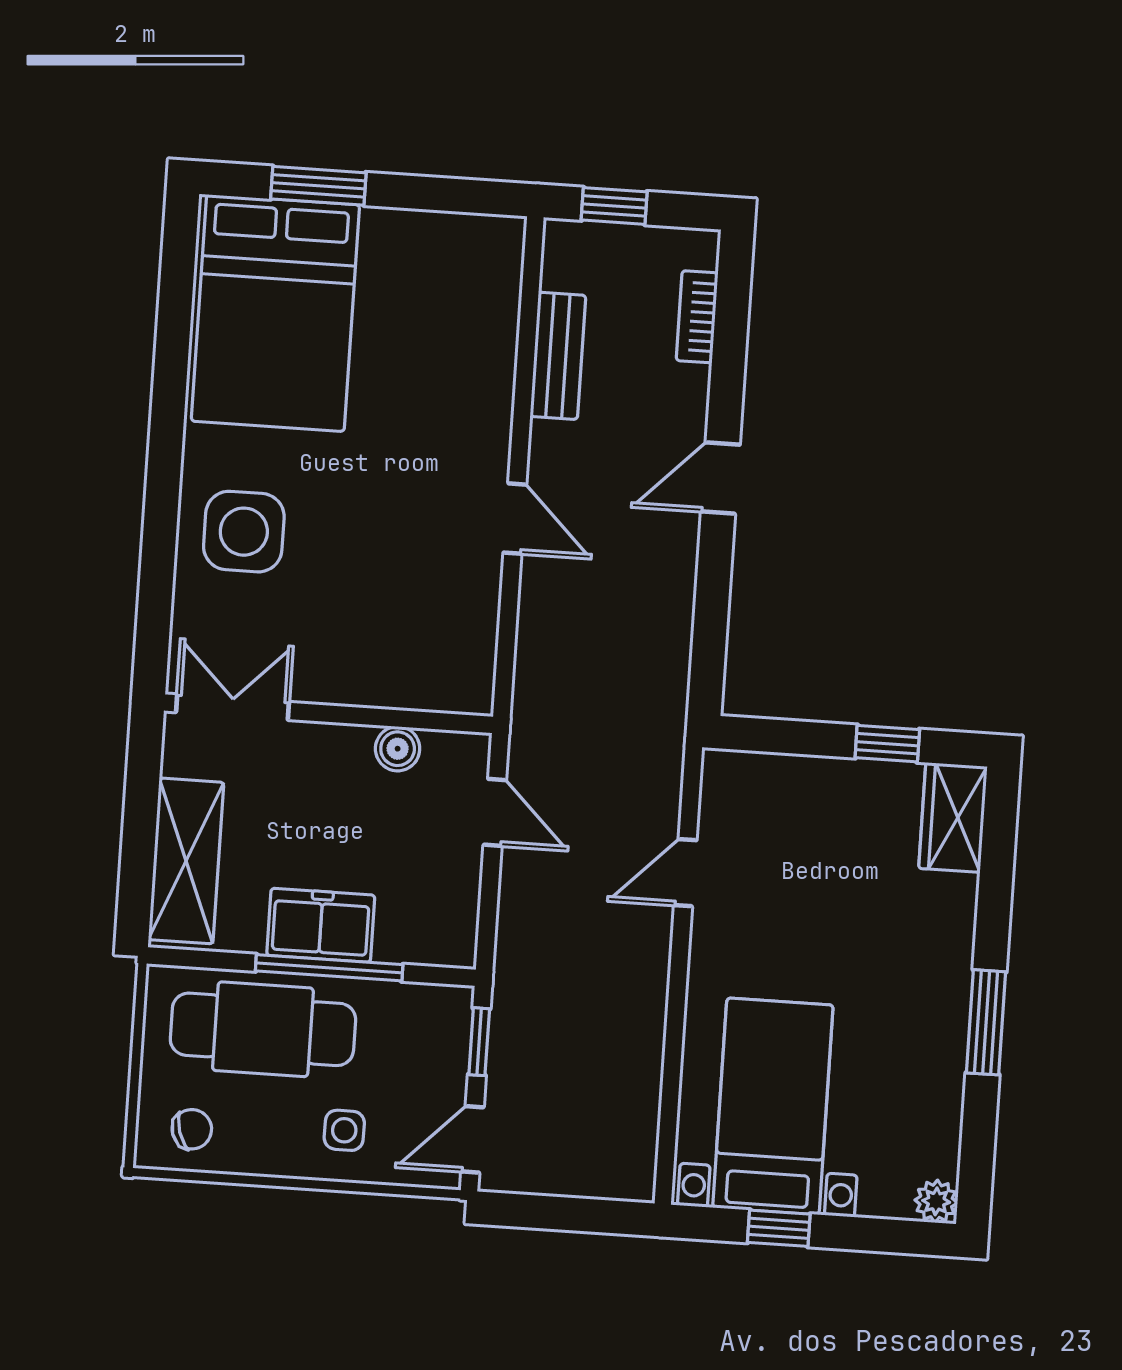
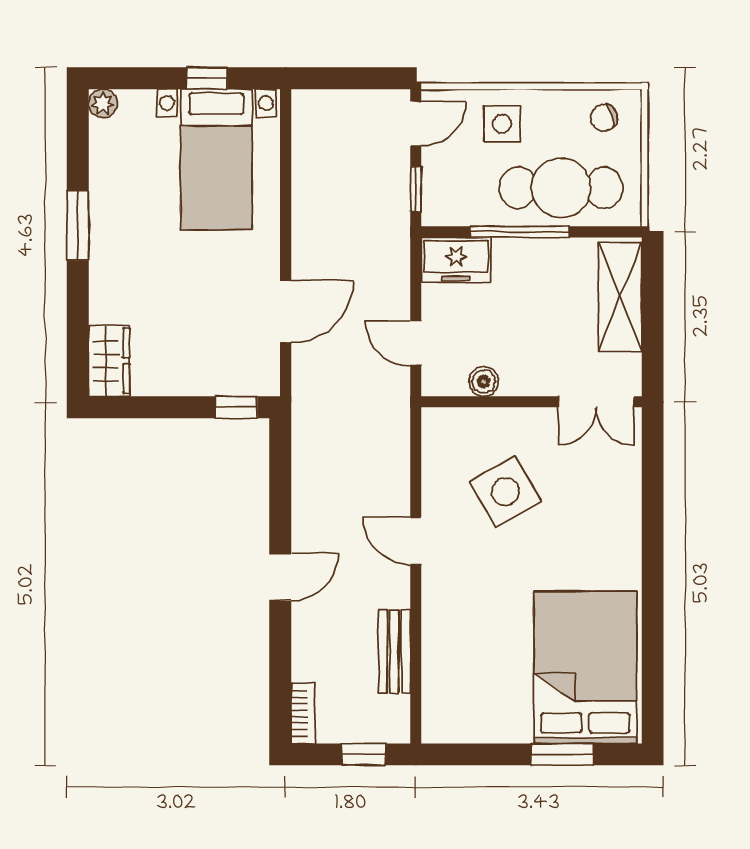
bookcase: (697, 317) -> (303, 713), moved
side table: (244, 532) -> (505, 491), moved, turned -30
window: (887, 744) -> (236, 407), moved
door: (685, 873) -> (286, 312), width x1.38
freezer: (321, 925) -> (456, 260), moved
side table: (344, 1130) -> (502, 124), width x1.37, depth x1.37

